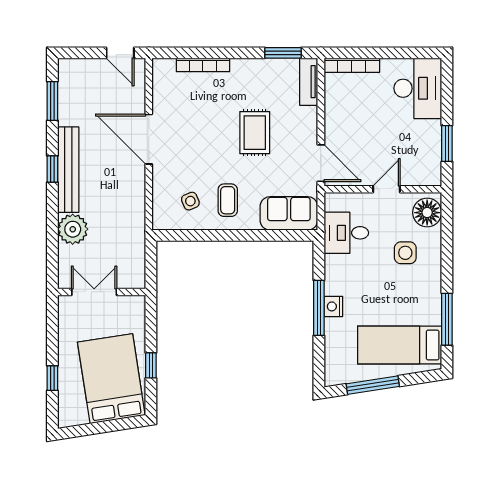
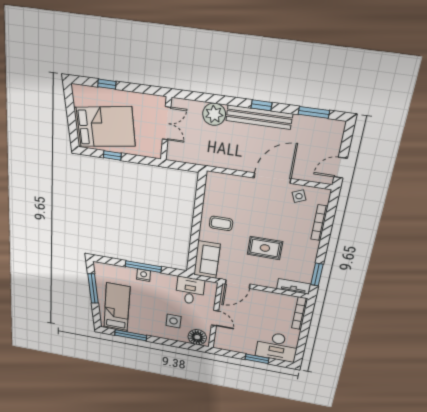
window: (447, 143) -> (257, 359), moved
side table: (190, 201) -> (299, 196), moved

